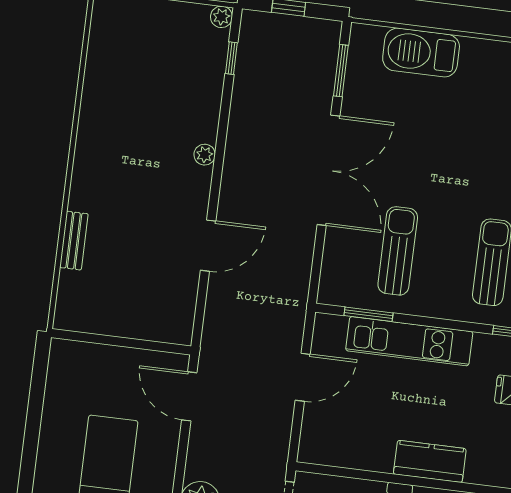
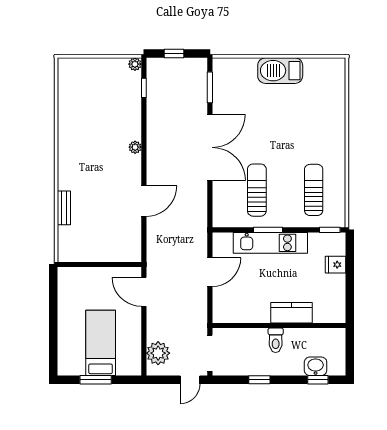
barbecue: (421, 53) -> (280, 71), moved
window: (369, 314) -> (268, 230), moved

